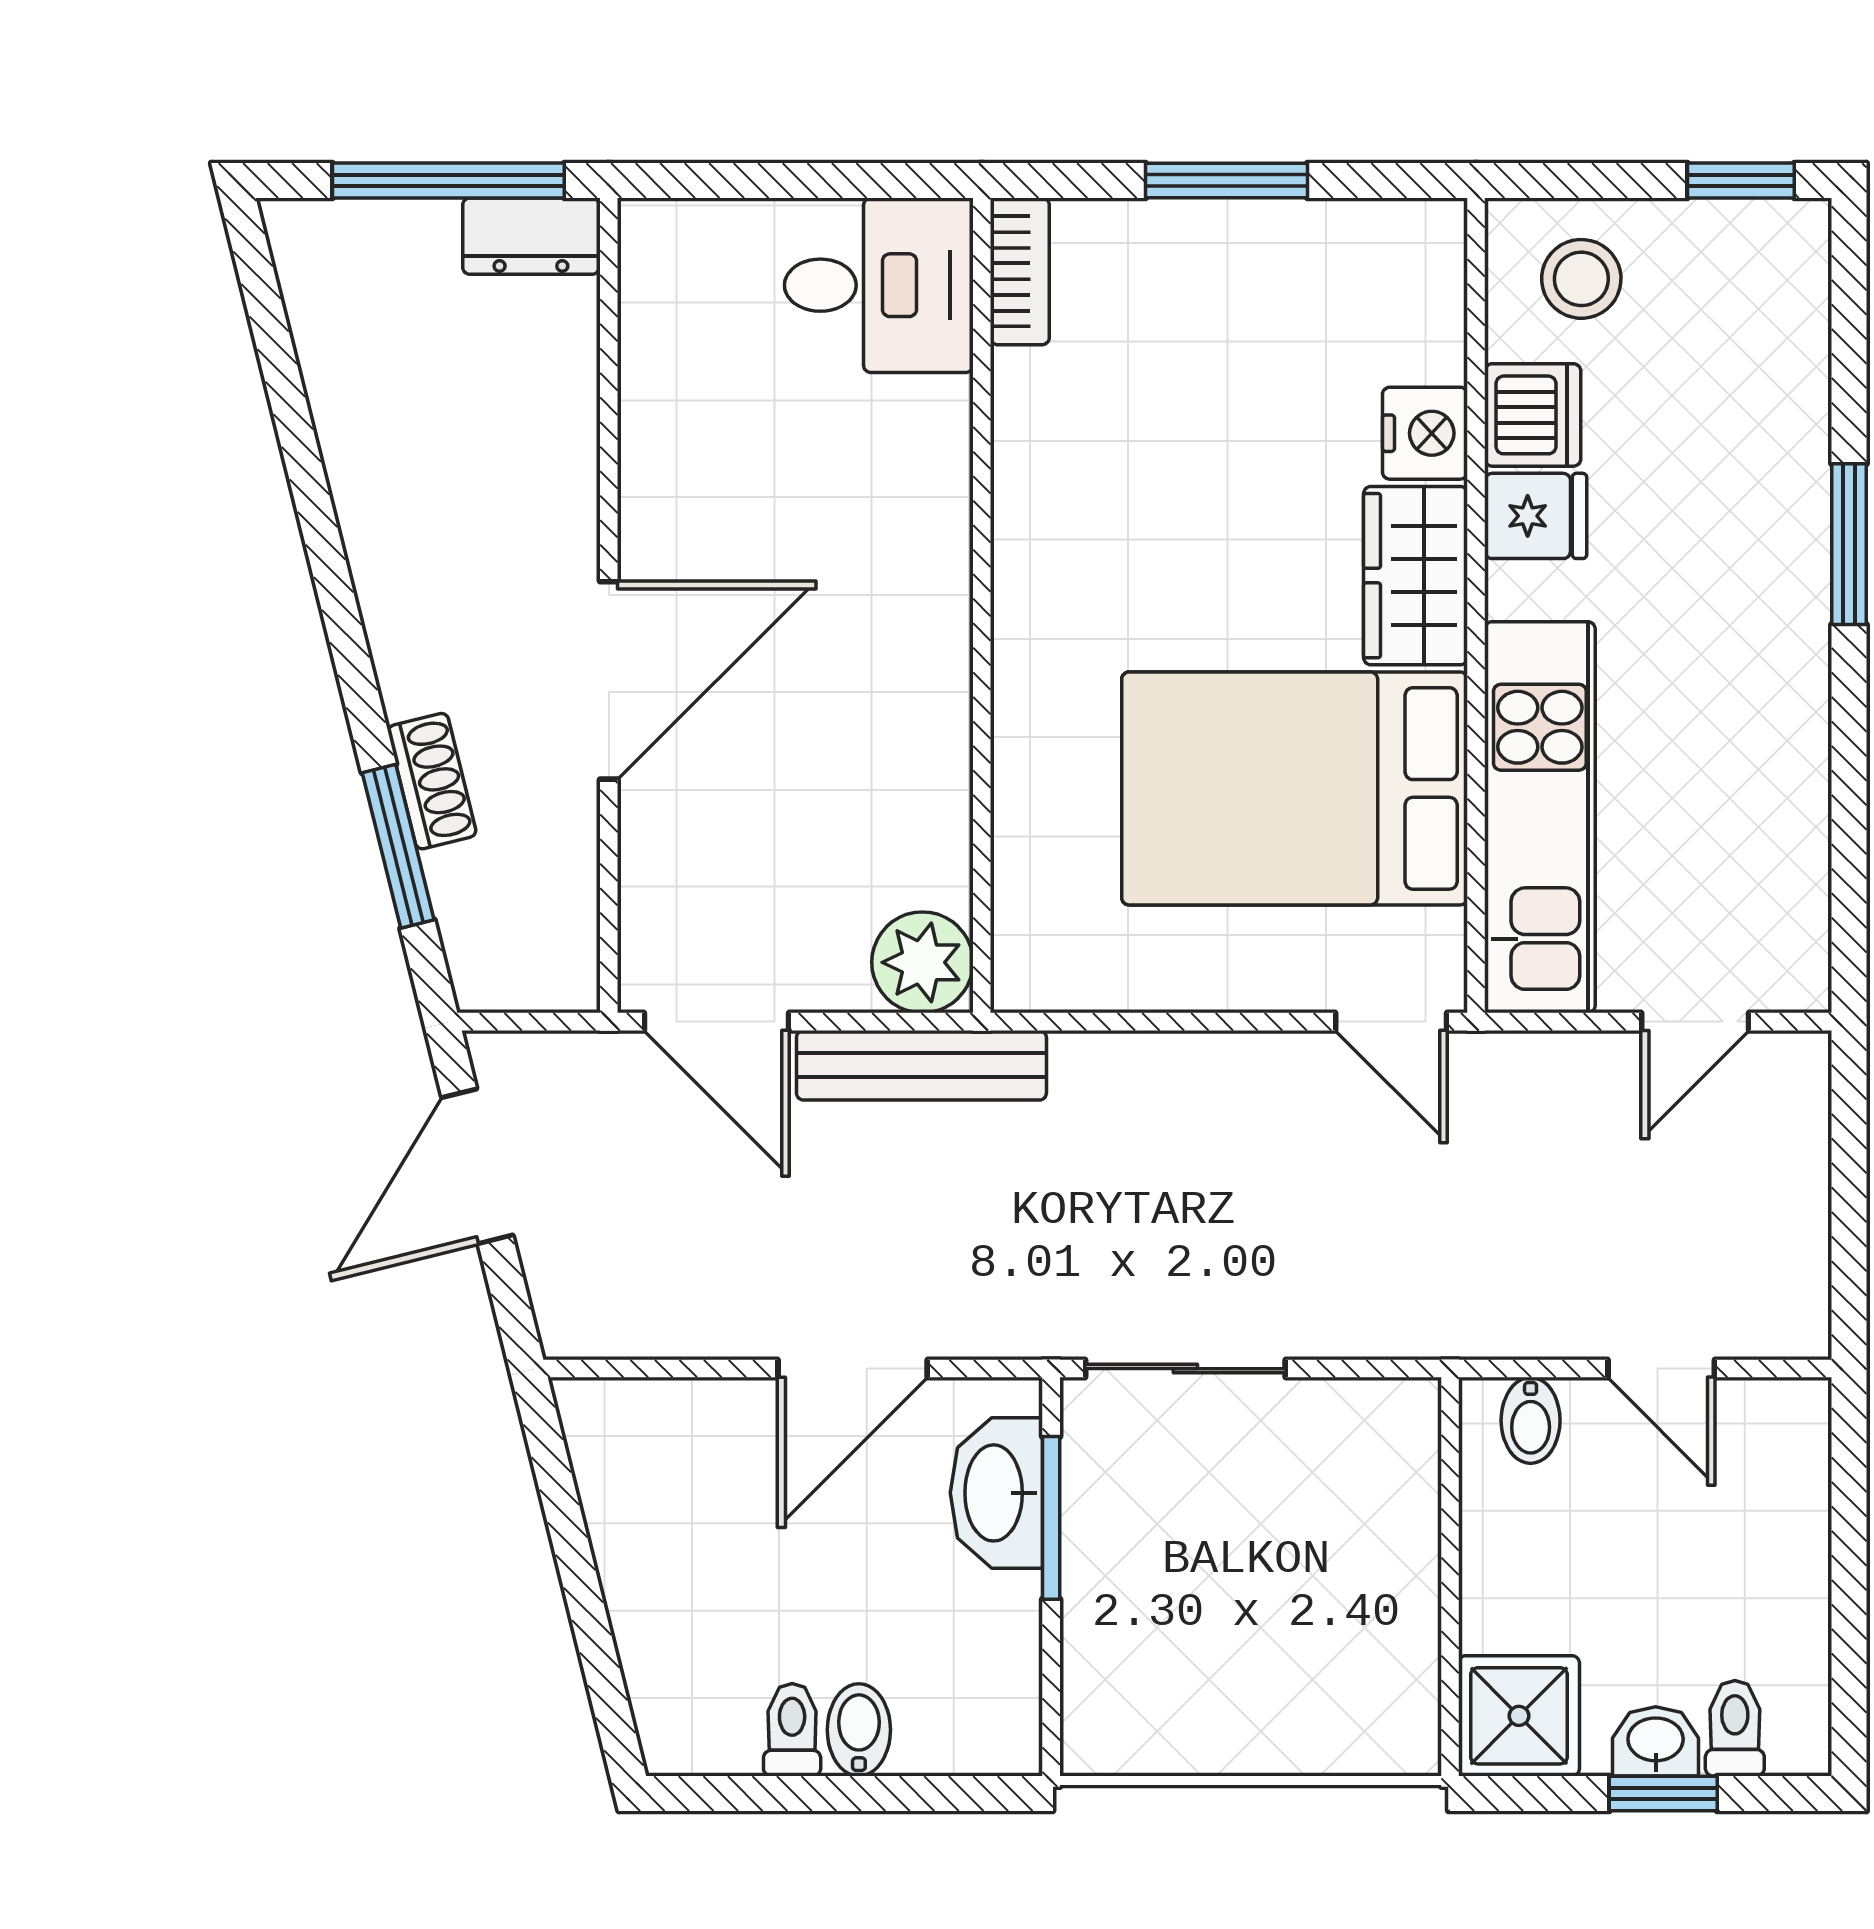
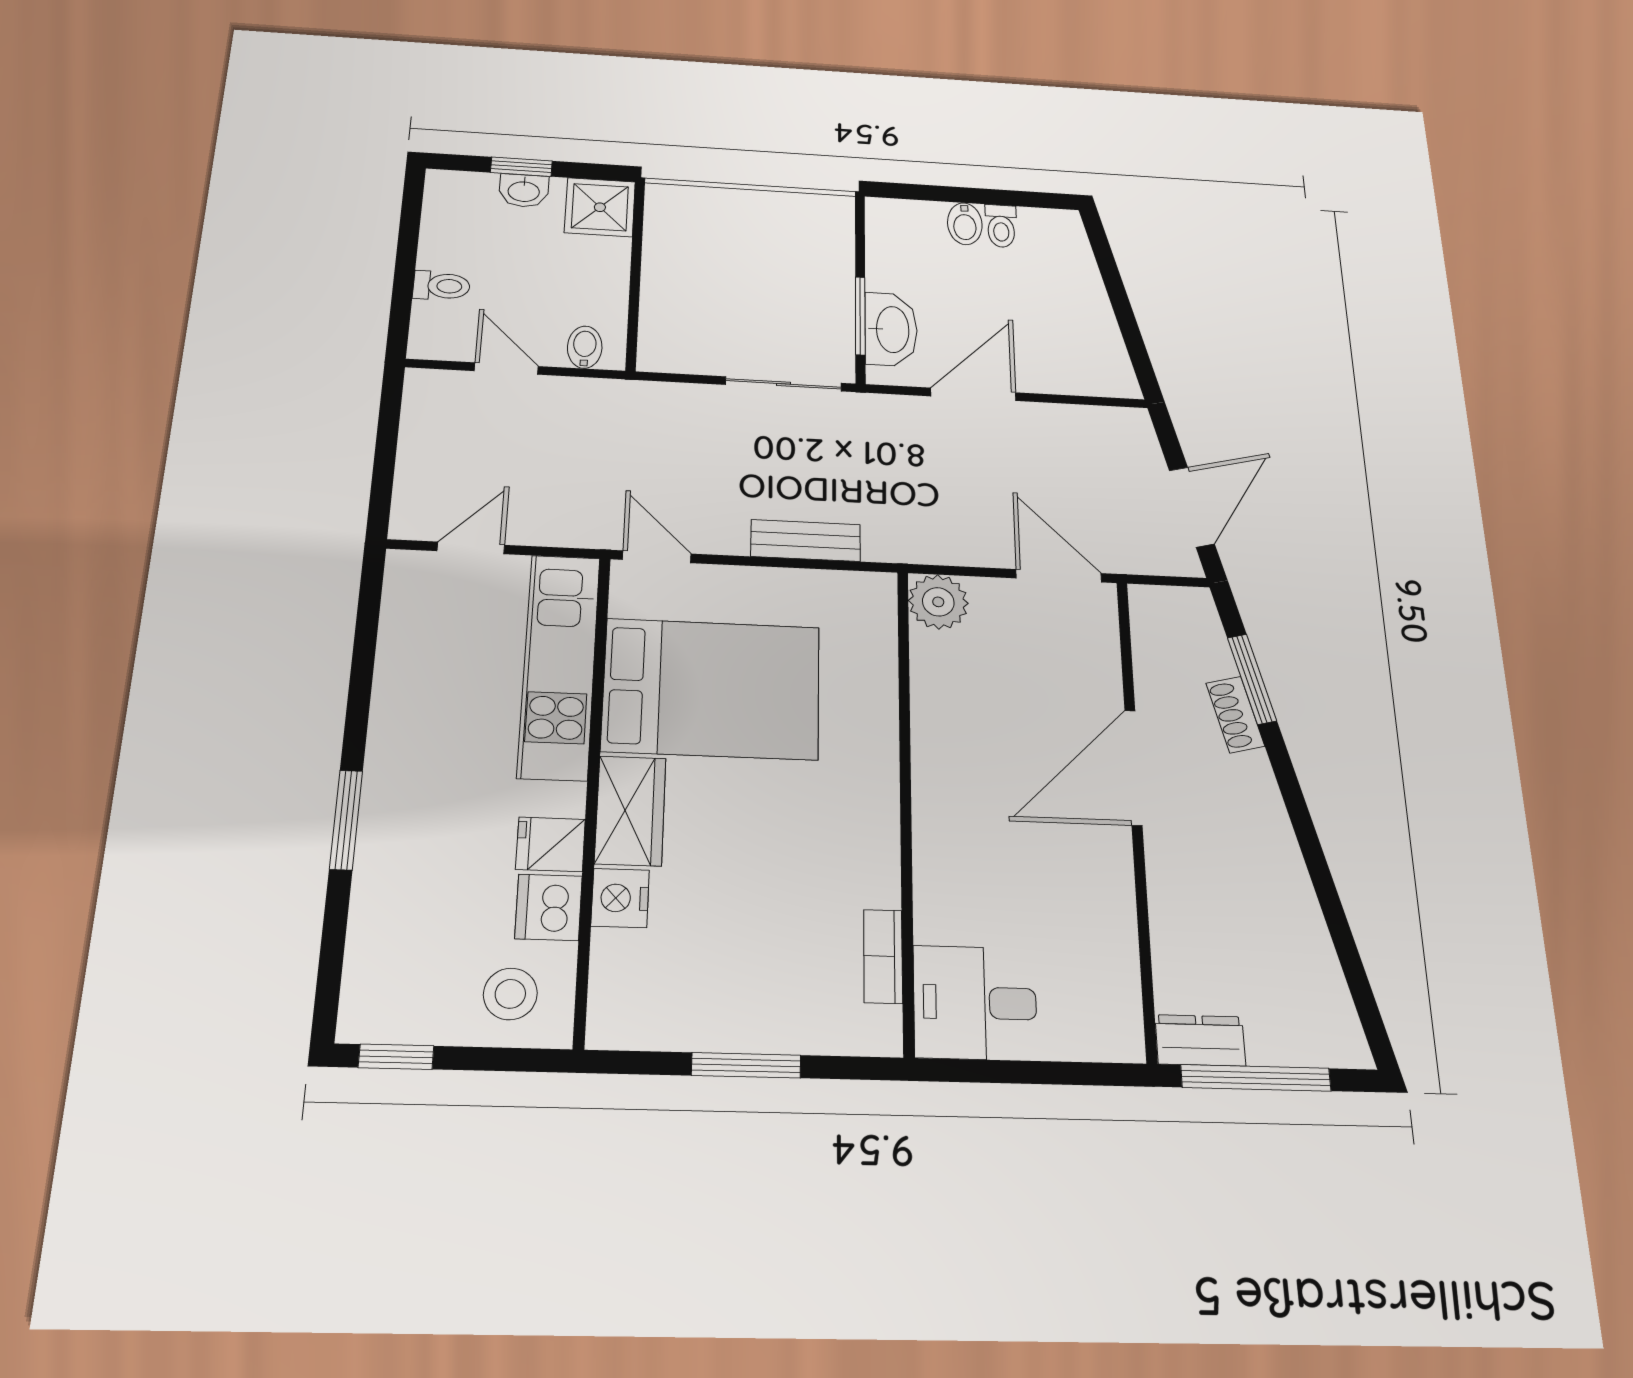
bookcase: (1020, 271) -> (883, 956), moved
bench: (921, 1065) -> (806, 540), moved, width x0.73
toilet: (1735, 1728) -> (441, 286), moved, turned -90

